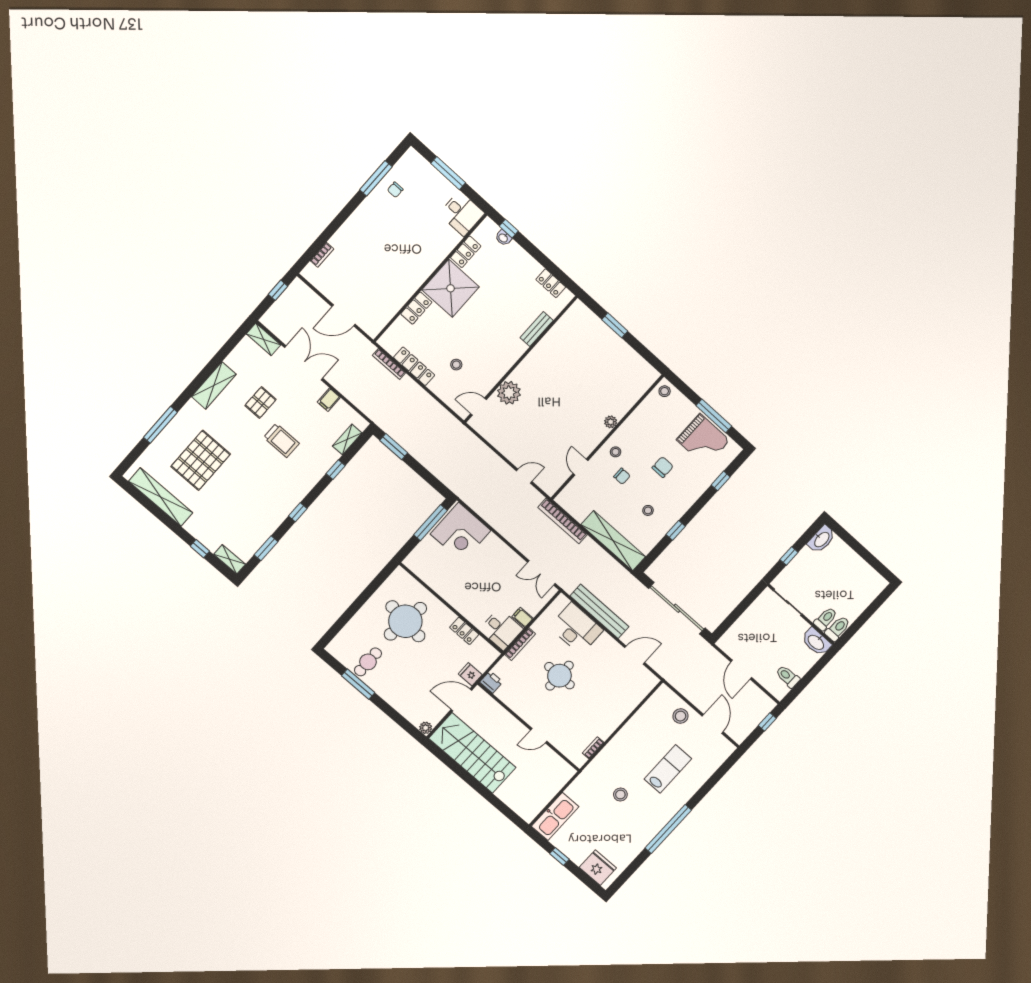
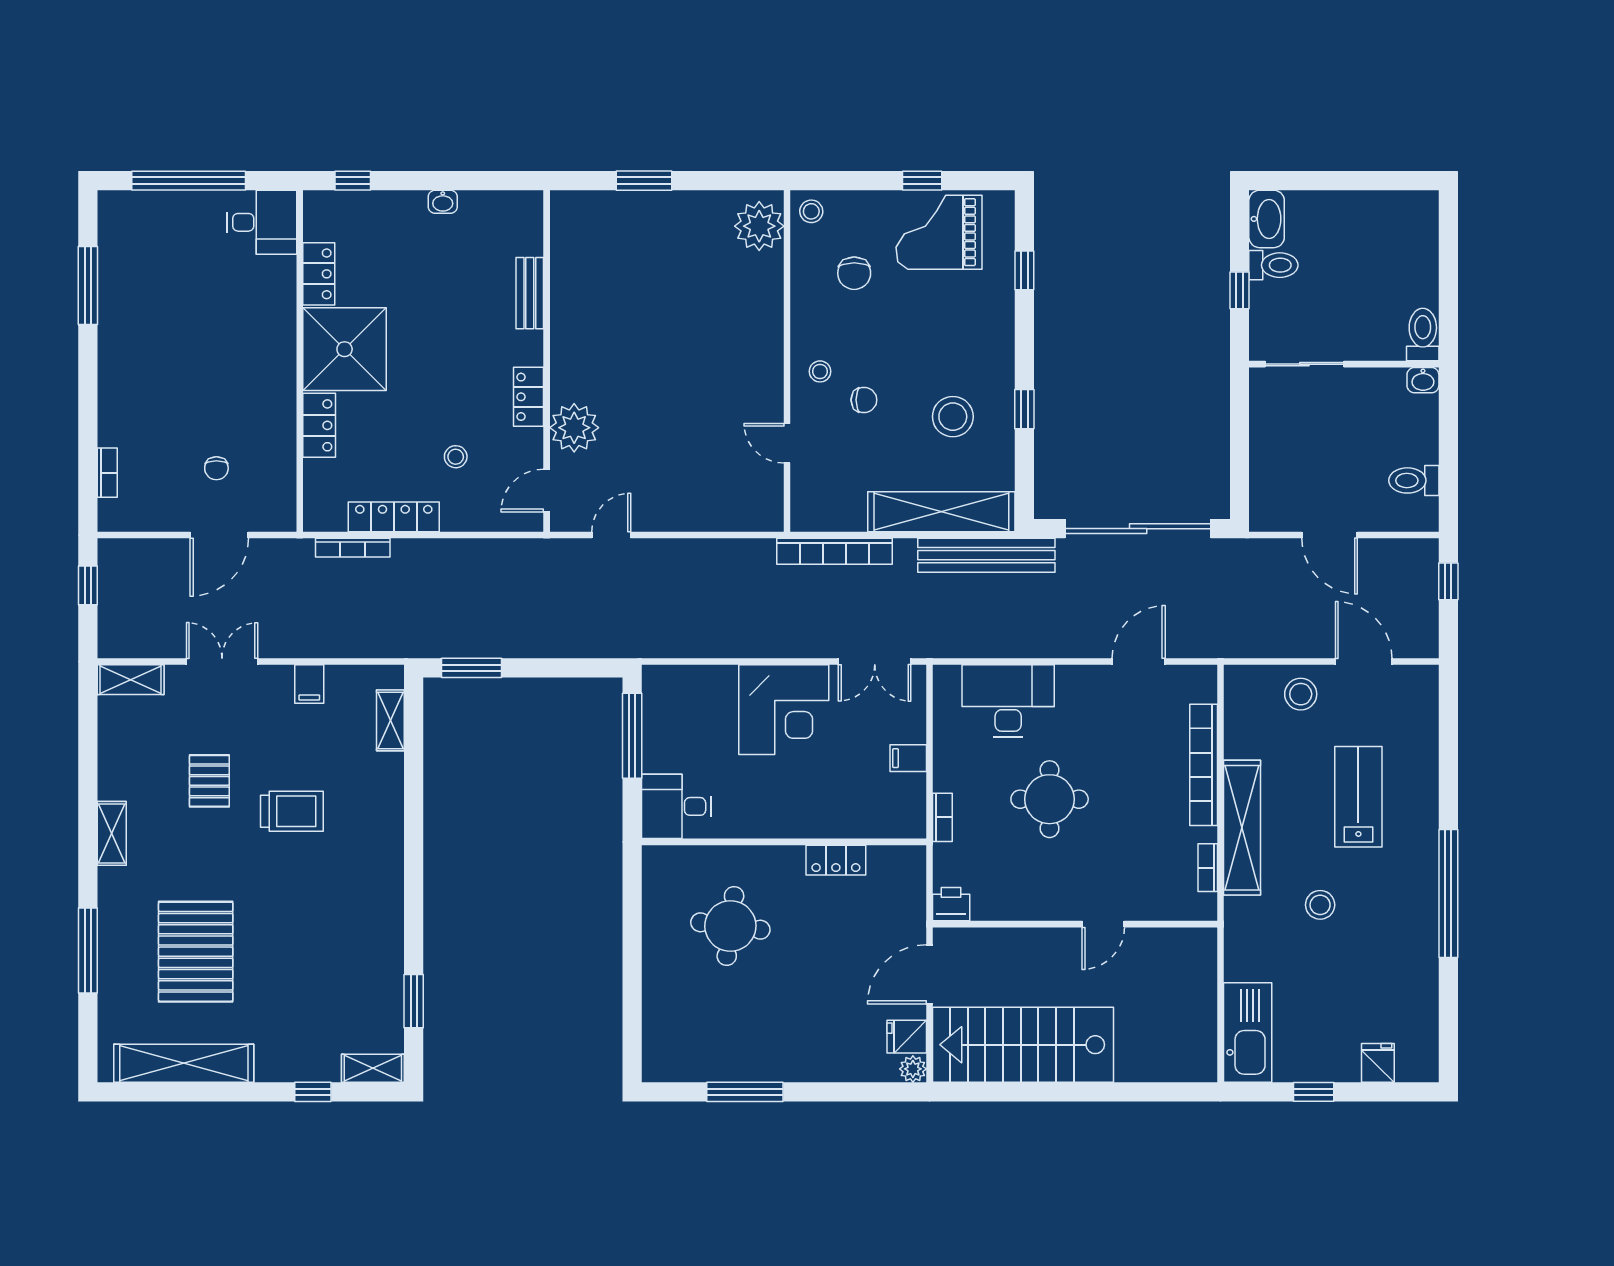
window: (448, 173) -> (189, 181), width x1.46
chair: (395, 190) -> (216, 468), moved
washbasin: (503, 238) -> (443, 202), moved
locker: (551, 283) -> (528, 397), moved, turned 90
double door: (304, 363) -> (222, 662), width x0.73
shelving: (214, 385) -> (112, 833), width x0.67, depth x0.75
window: (714, 416) -> (922, 181), width x0.46
plant: (611, 422) -> (759, 226), moved, width x1.87, depth x1.87
grand piano: (703, 440) -> (939, 232), turned 180
chair: (663, 467) -> (854, 273), moved, turned 180
window: (336, 470) -> (414, 783), removed
door: (524, 476) -> (611, 535), moved
stool: (648, 510) -> (953, 417), width x1.89, depth x1.89
window: (298, 512) -> (414, 901), removed
corner desk: (460, 532) -> (784, 710), moved
bench: (599, 611) -> (986, 555), moved
toilet: (826, 619) -> (1273, 265), moved, turned 90
round table: (405, 621) -> (730, 926), width x0.73, depth x0.73
desk: (501, 629) -> (676, 806), moved, turned 180
washbasin: (816, 642) -> (1423, 380), width x0.52, depth x0.69
bookcase: (520, 644) -> (942, 817), width x0.64
cafe table: (368, 662) -> (729, 1043), removed
fridge: (470, 674) -> (907, 1037), moved
bookcase: (624, 711) -> (1204, 765), added
shelving: (618, 744) -> (1242, 828), added
fridge: (598, 868) -> (1378, 1063), width x0.53, depth x0.75

